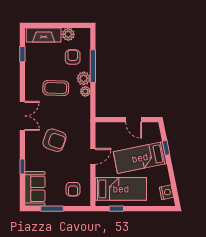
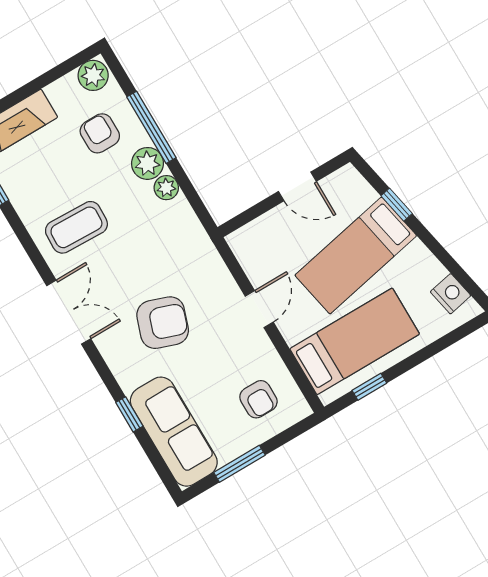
plant: (68, 34) -> (93, 75), moved
coffee table: (56, 88) -> (76, 227), moved
sofa: (35, 189) -> (174, 432), width x1.36

